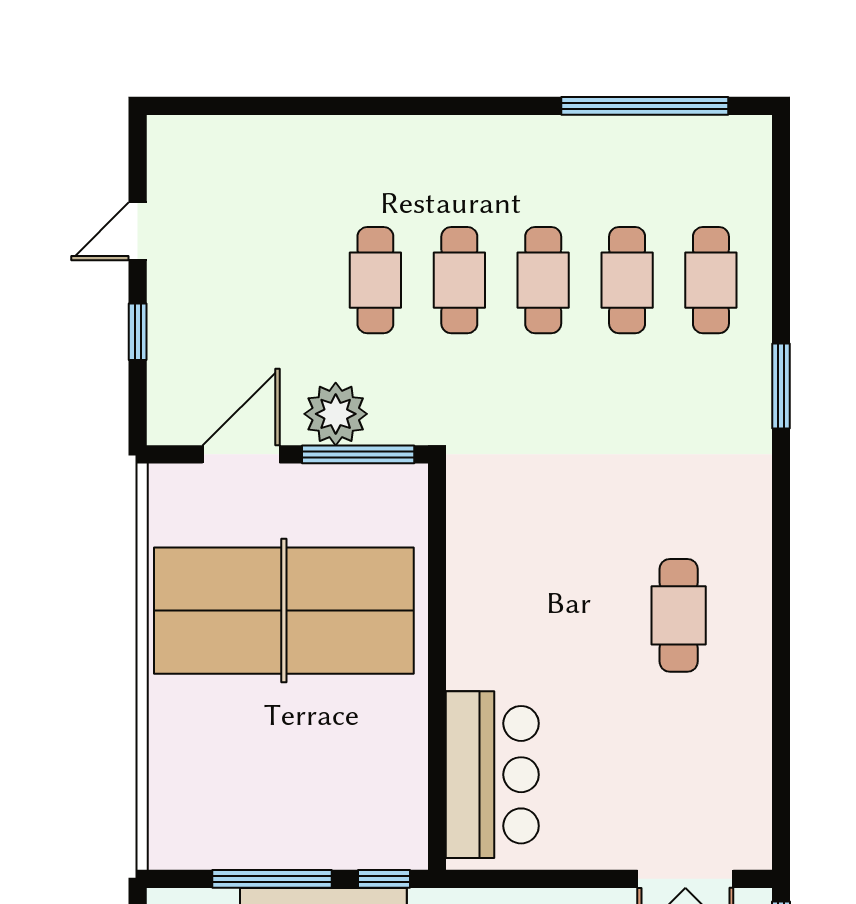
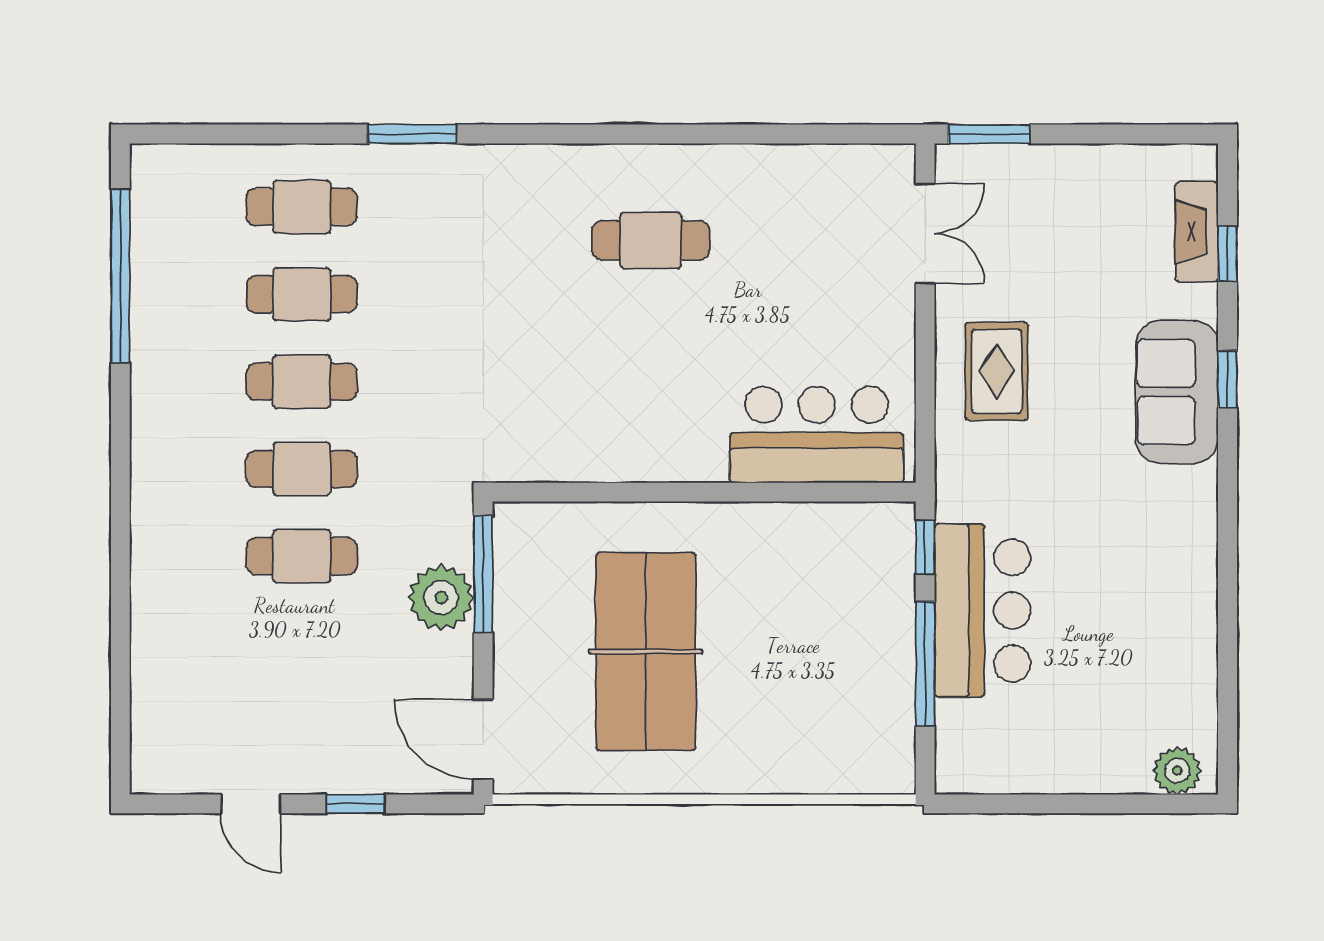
door: (241, 454) -> (483, 739), moved
table tennis table: (284, 611) -> (646, 652), width x0.73, depth x0.76

